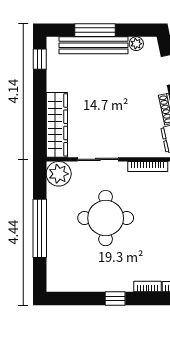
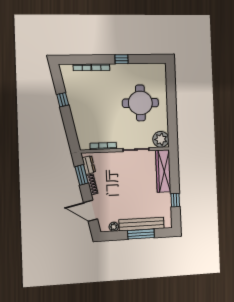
window: (40, 59) -> (175, 200), moved
round table: (106, 218) -> (140, 103), moved
window: (40, 228) -> (172, 104), removed

